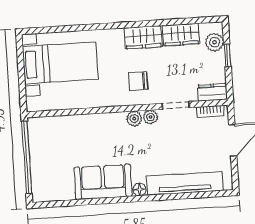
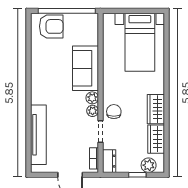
chair: (138, 81) -> (114, 112), moved
armchair: (48, 176) -> (51, 26), added
sofa: (103, 182) -> (85, 68), moved, turned 180
floor lamp: (140, 189) -> (36, 99), removed

